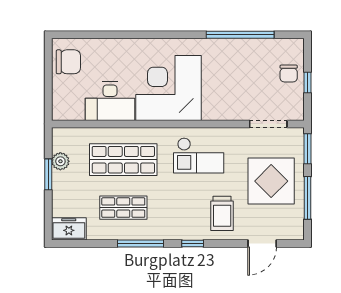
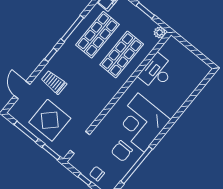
chair: (68, 62) -> (122, 151), moved
corner desk: (169, 88) -> (141, 123), moved, turned 180
checkout: (199, 155) -> (93, 94), removed
plant: (60, 161) -> (160, 32), moved
shop shelf: (123, 208) -> (98, 35), width x1.43, depth x1.36

